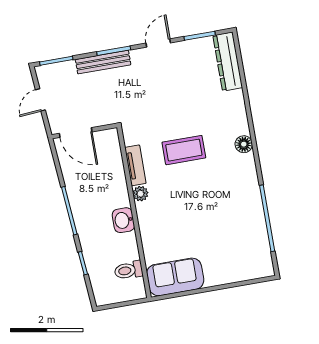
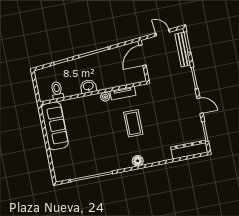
bench: (103, 62) -> (183, 50), moved
sofa: (175, 277) -> (55, 126), width x1.36

